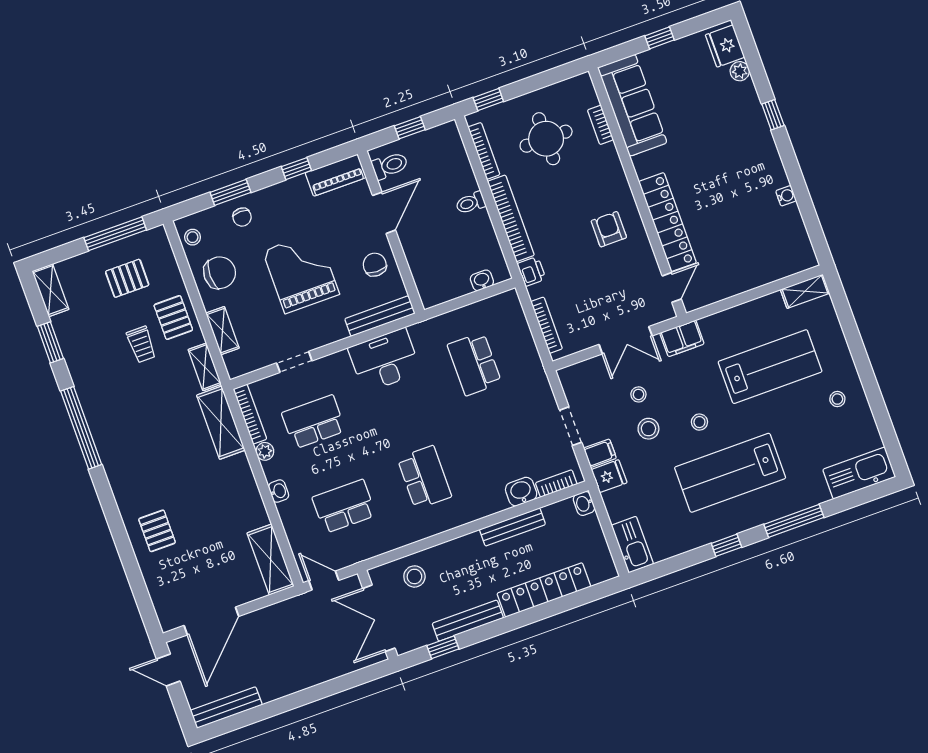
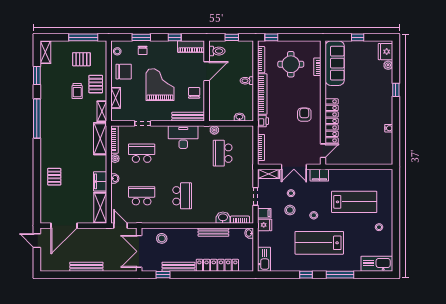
shelving: (805, 291) -> (268, 174), moved
plant: (441, 324) -> (214, 130), added
filing cabinet: (251, 508) -> (100, 181), added
bench: (226, 708) -> (86, 267), moved

